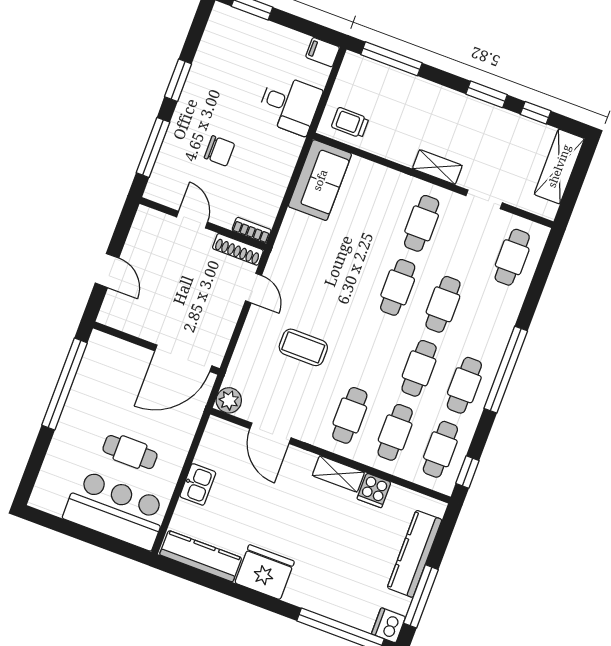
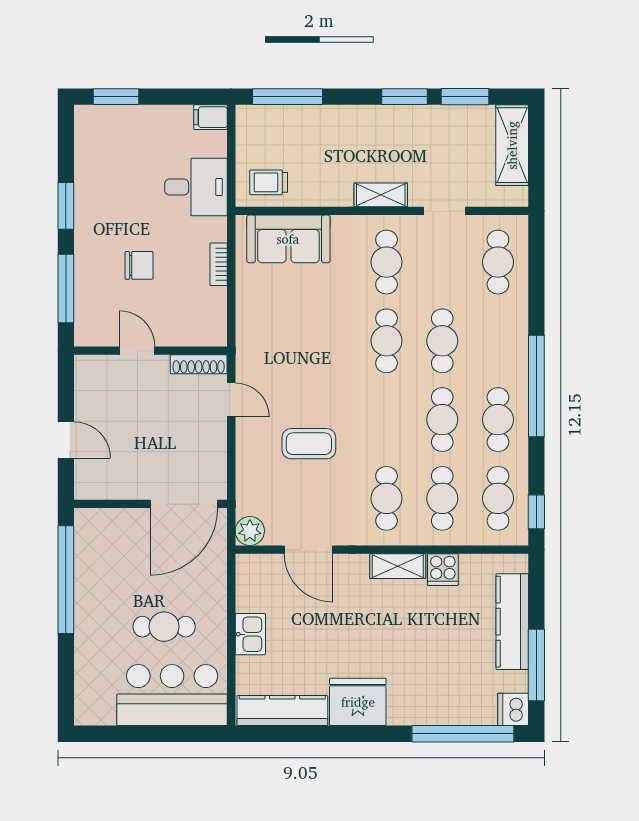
window: (536, 113) -> (465, 97), width x1.50
sofa: (320, 180) -> (288, 239), moved, turned 90
bookcase: (252, 230) -> (219, 264), moved, turned -90

